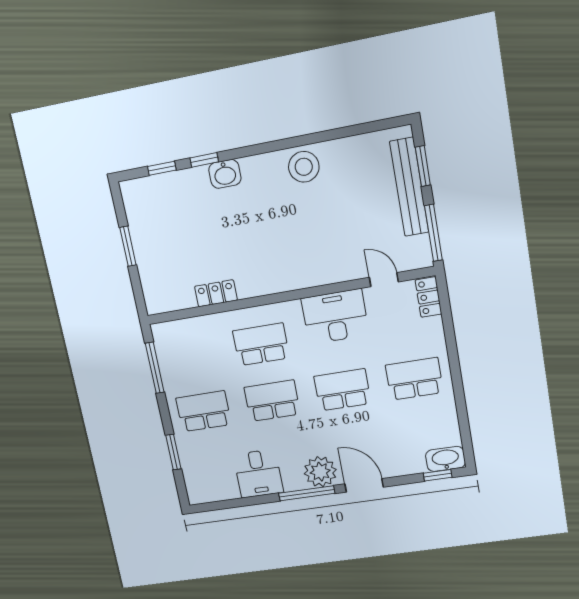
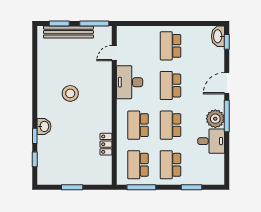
stool: (304, 167) -> (70, 93), moved
locker: (428, 297) -> (127, 31), removed
school desk: (192, 356) -> (138, 165), added
plant: (320, 472) -> (215, 119), moved

